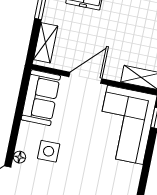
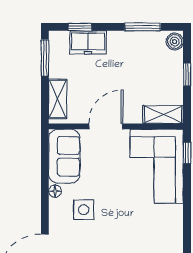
floor lamp: (20, 157) -> (55, 191), moved

